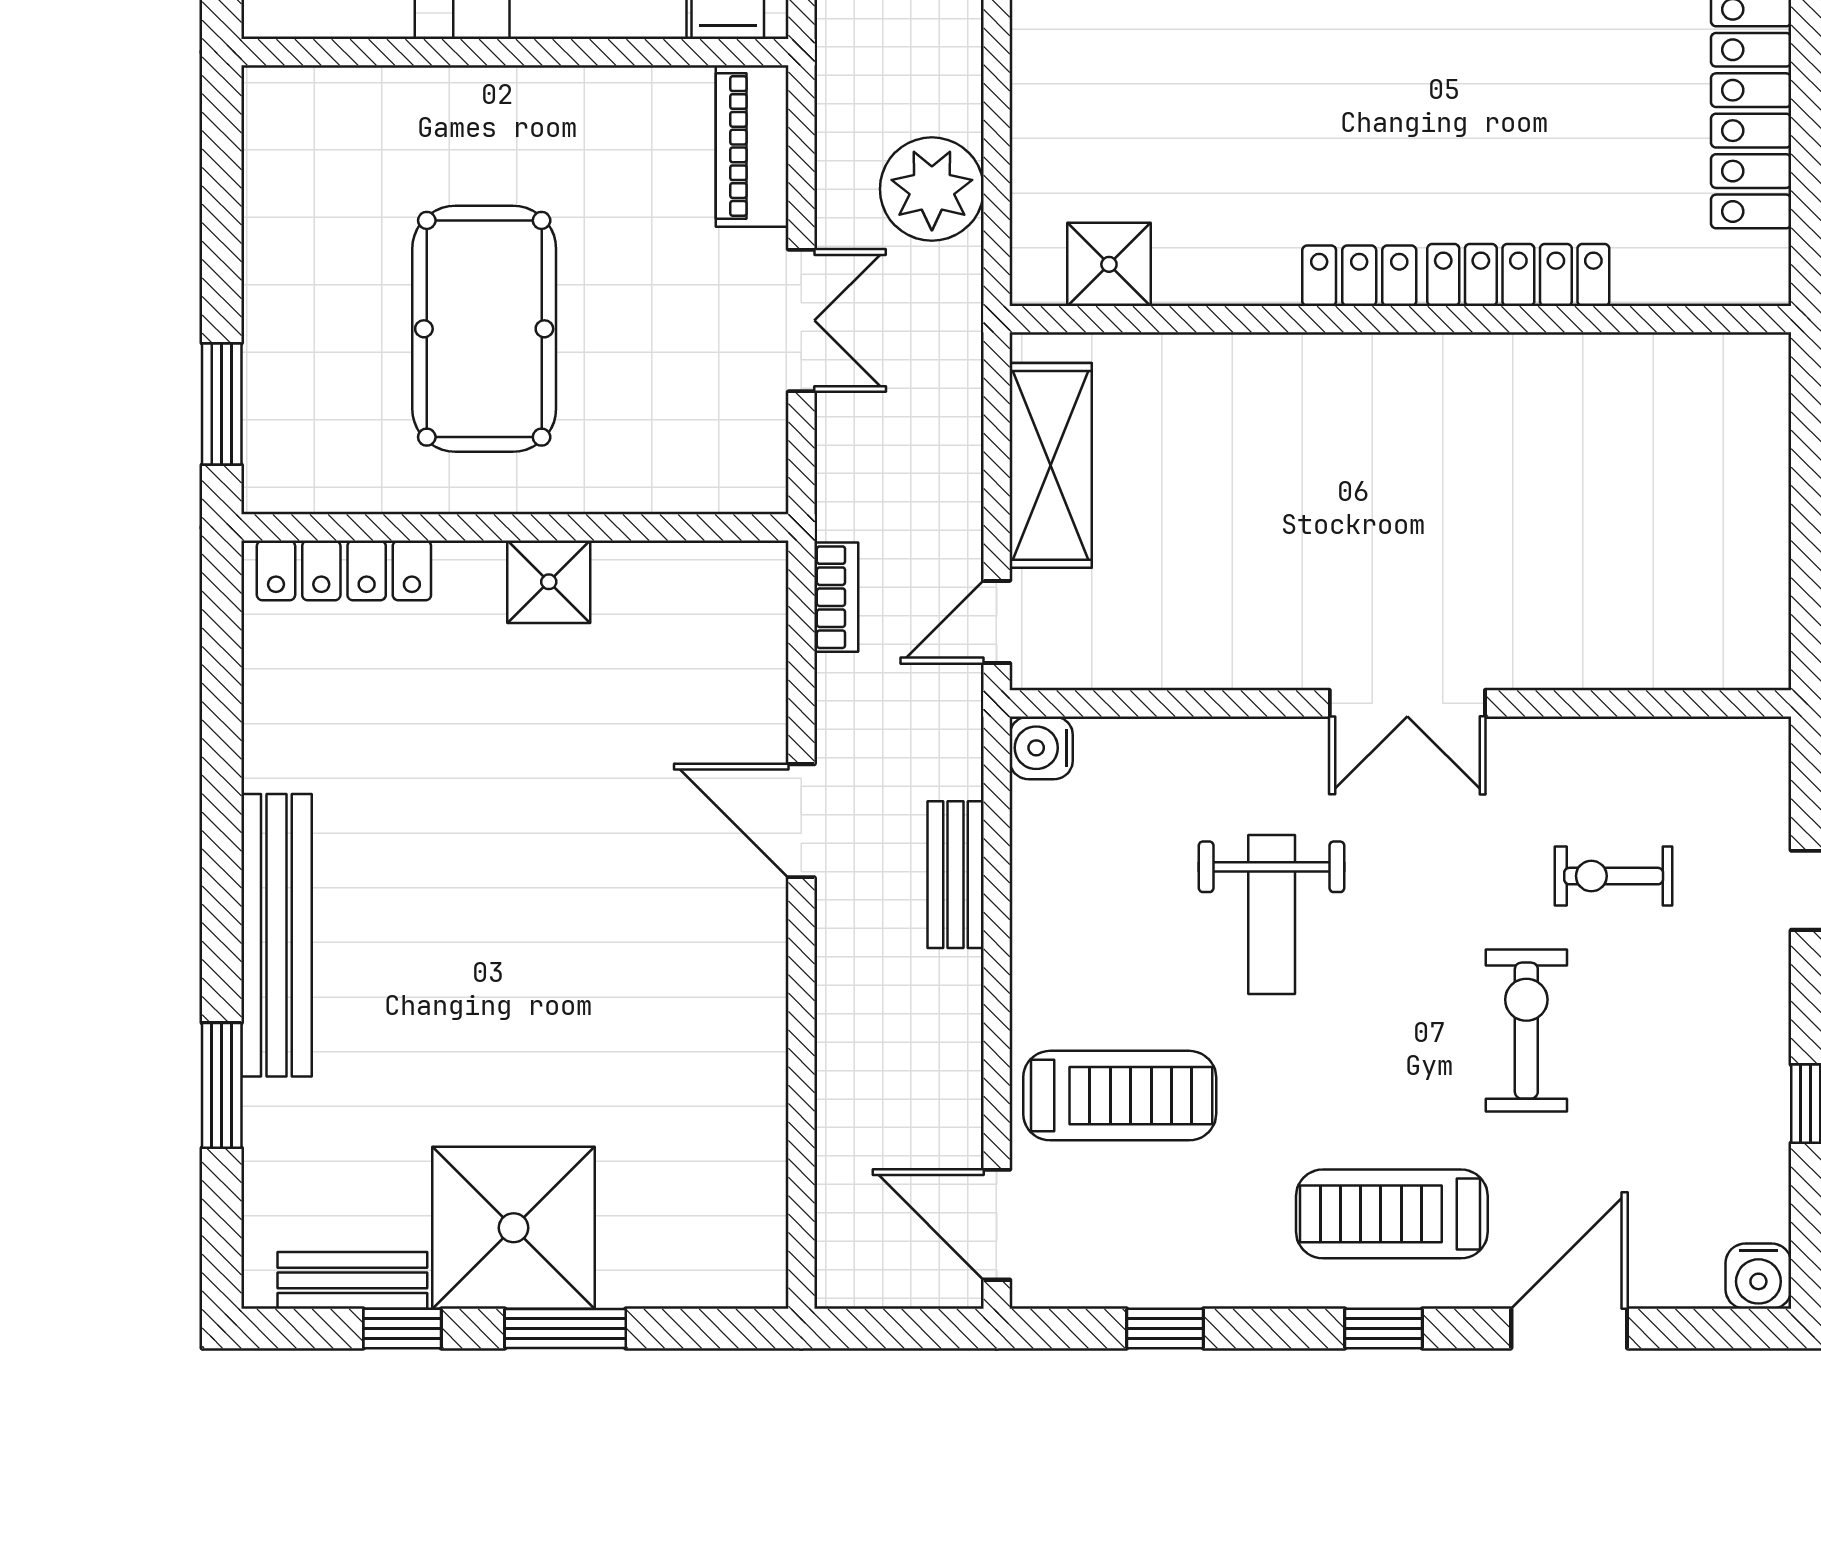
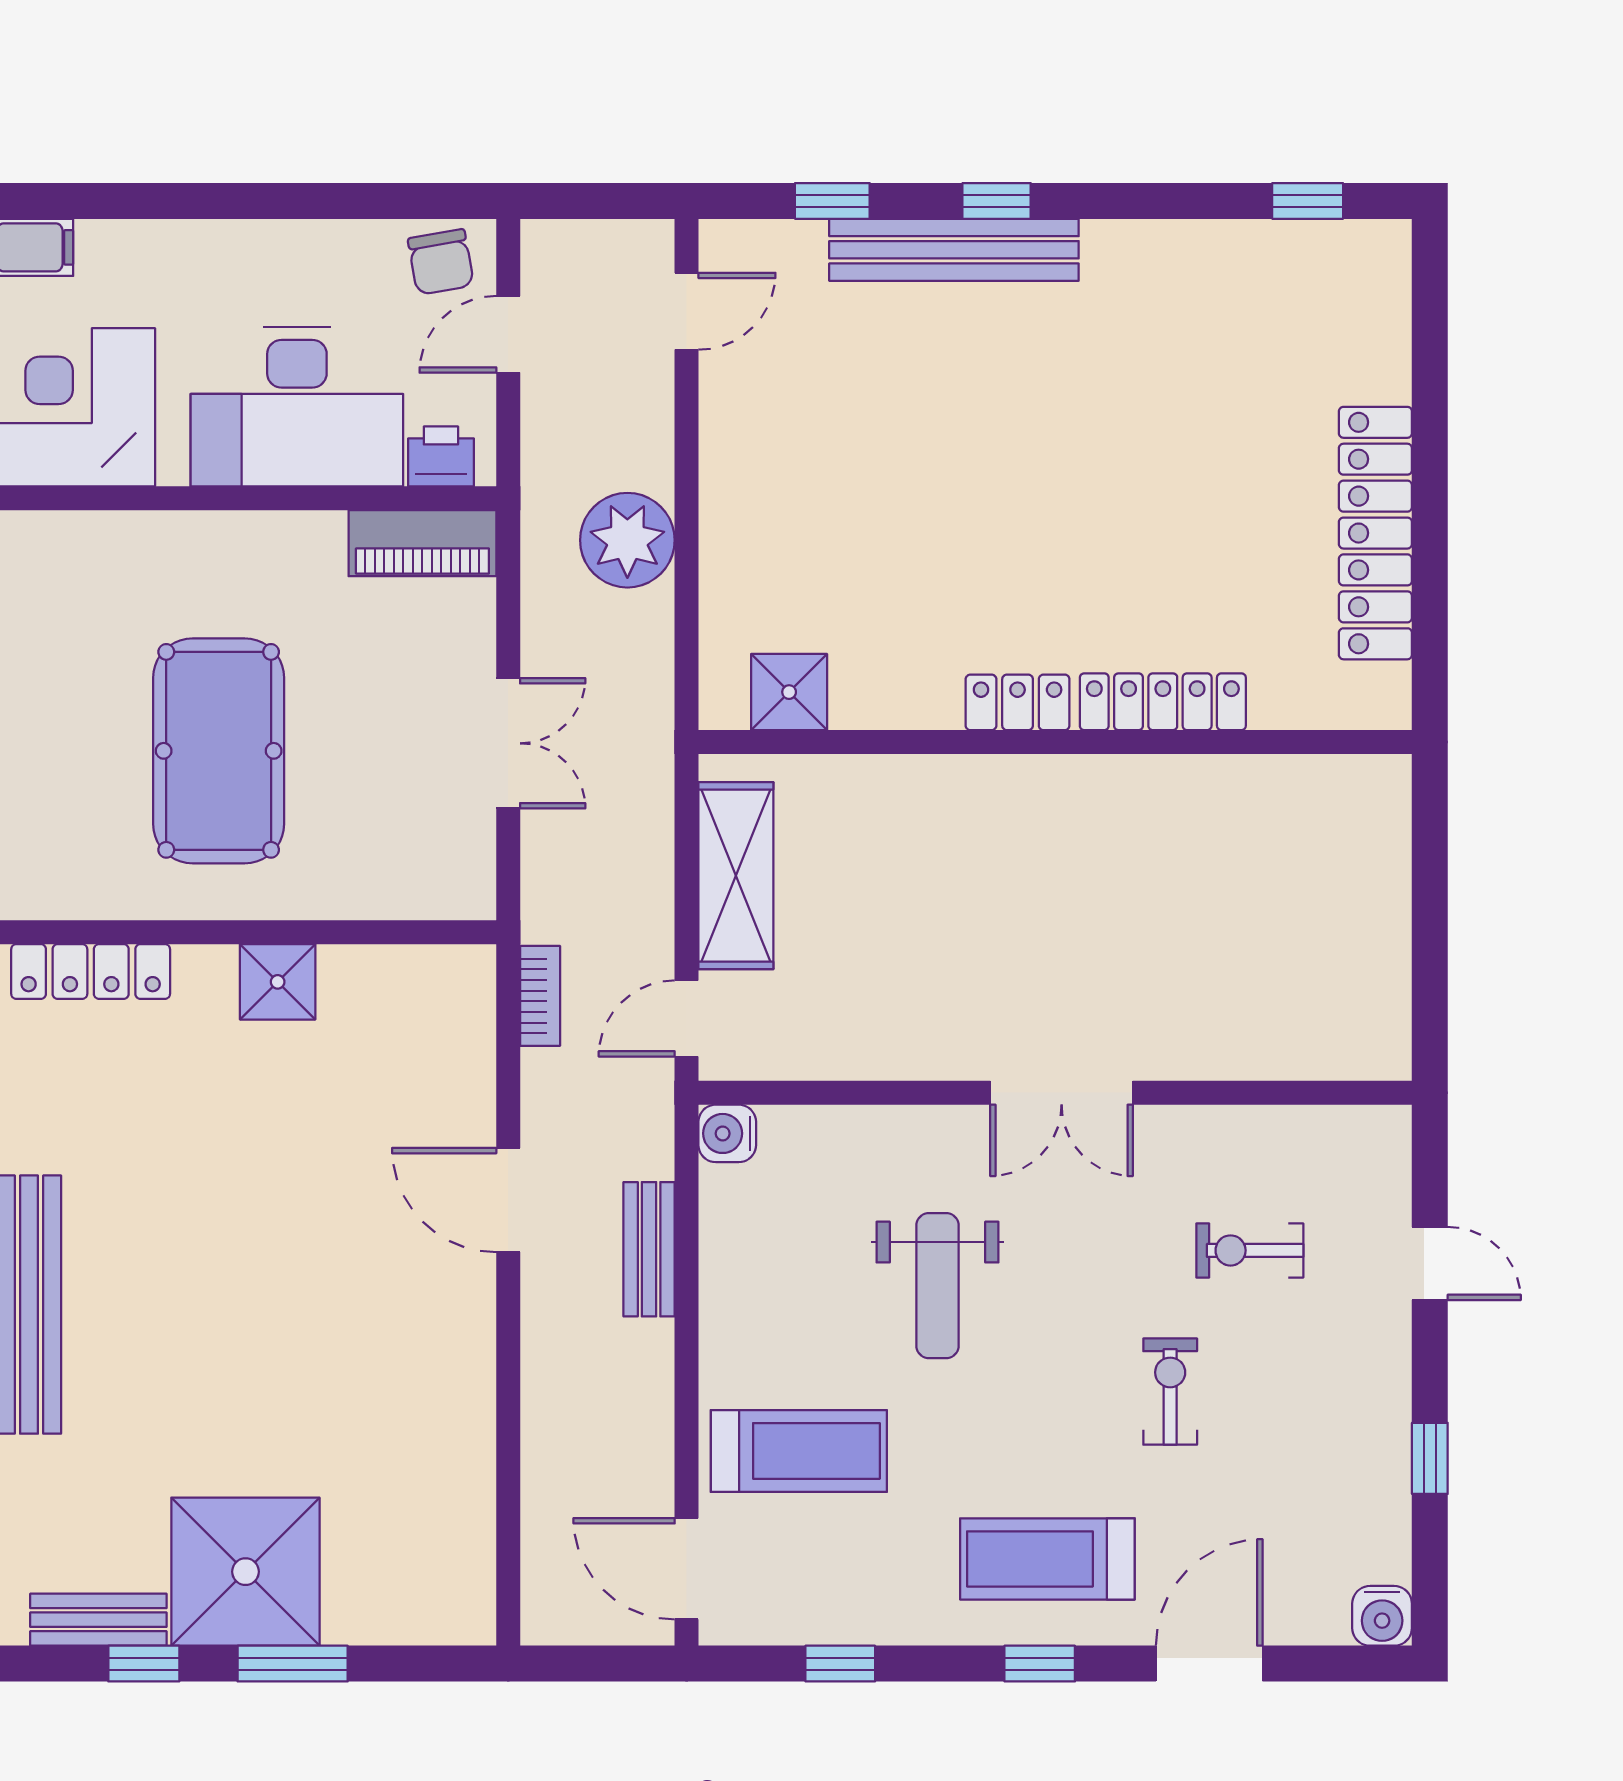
piano: (752, 146) -> (422, 543), moved, turned -90
plant: (932, 189) -> (627, 540), moved
exercise bike: (1526, 1031) -> (1170, 1392), width x0.73, depth x0.72

